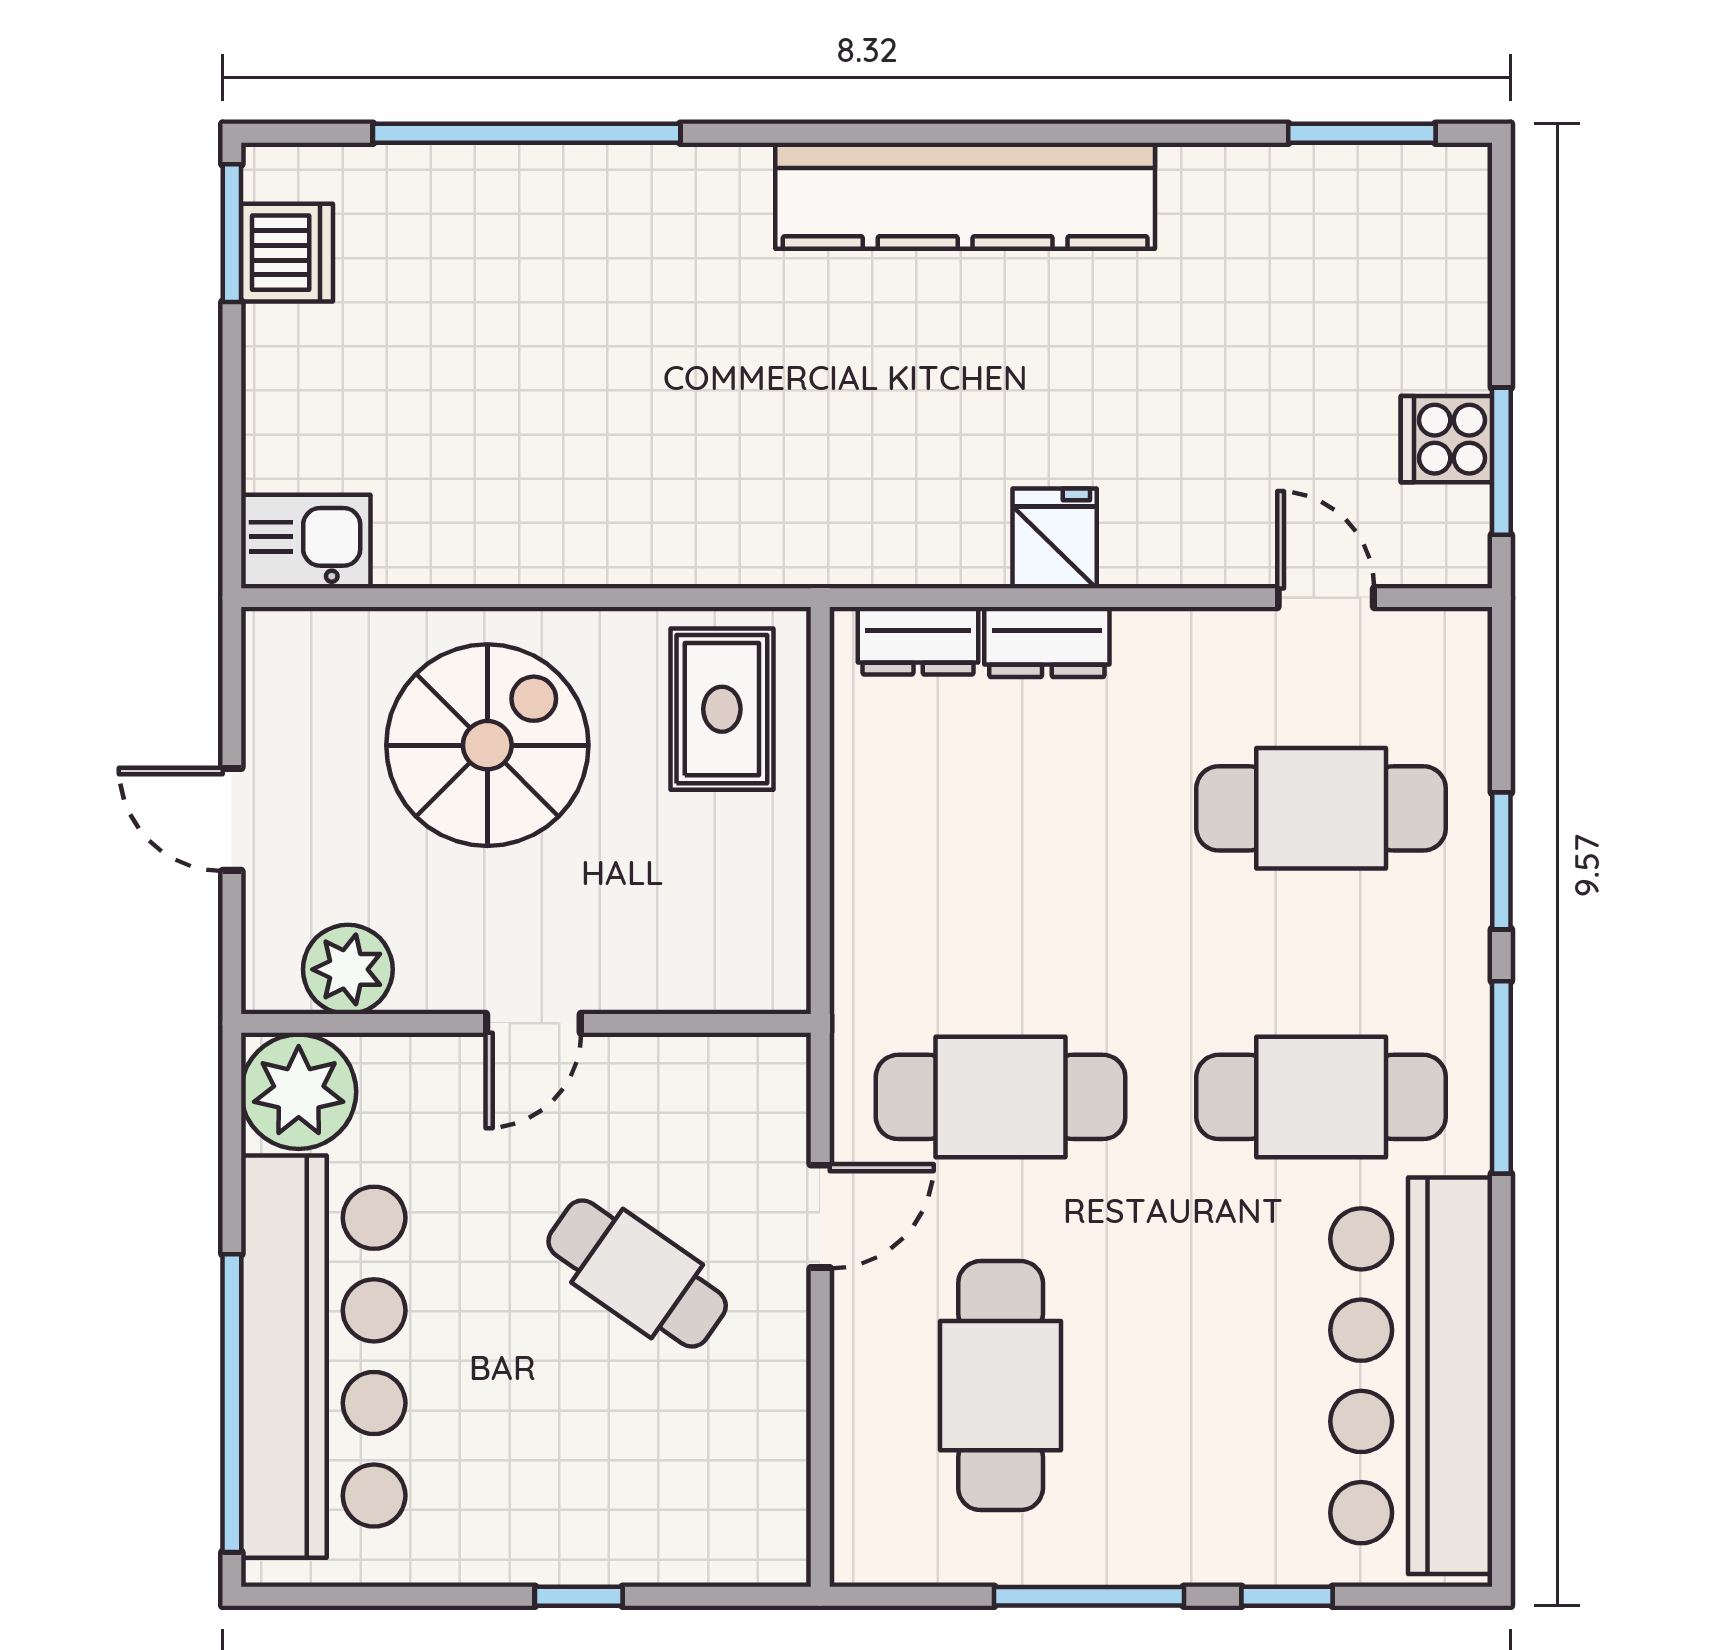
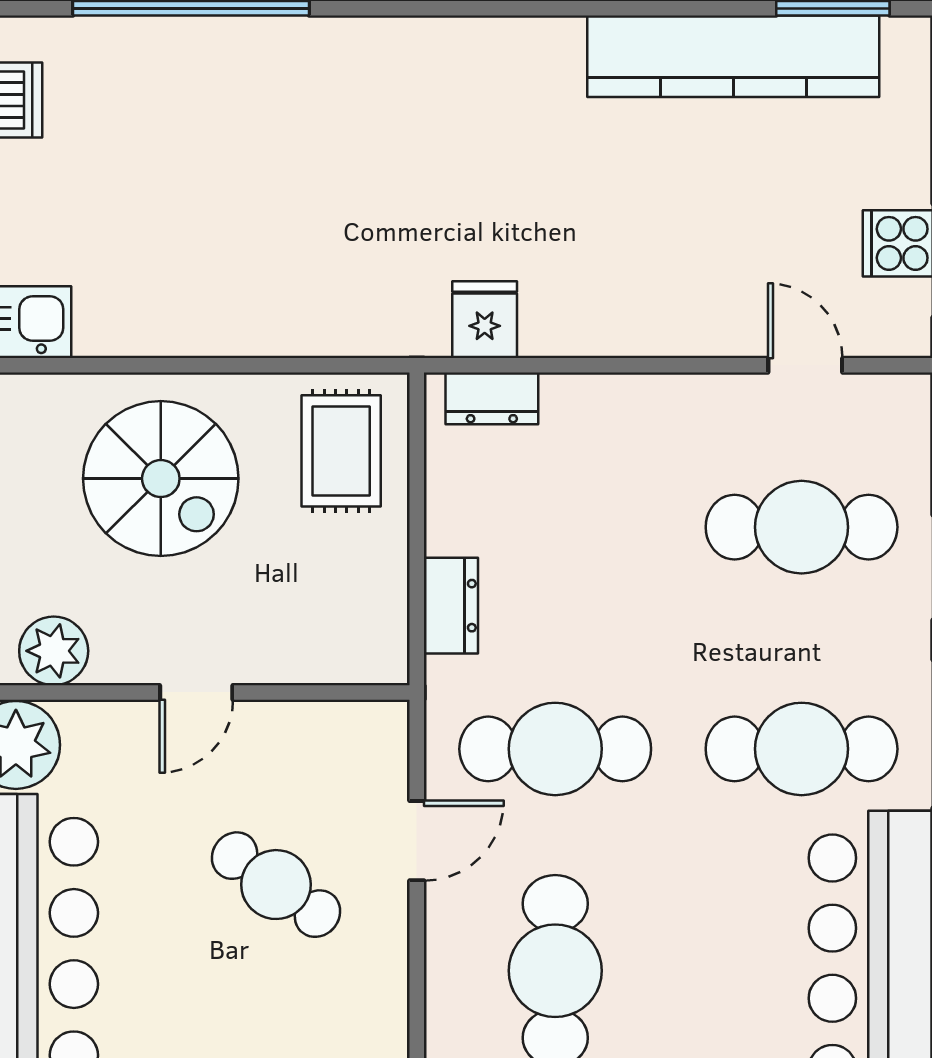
kitchen counter: (965, 196) -> (733, 56), moved
fridge: (1055, 538) -> (485, 320), moved
dresser: (1047, 642) -> (451, 606), moved, turned -90
spiral stairs: (487, 745) -> (161, 479), turned 90

